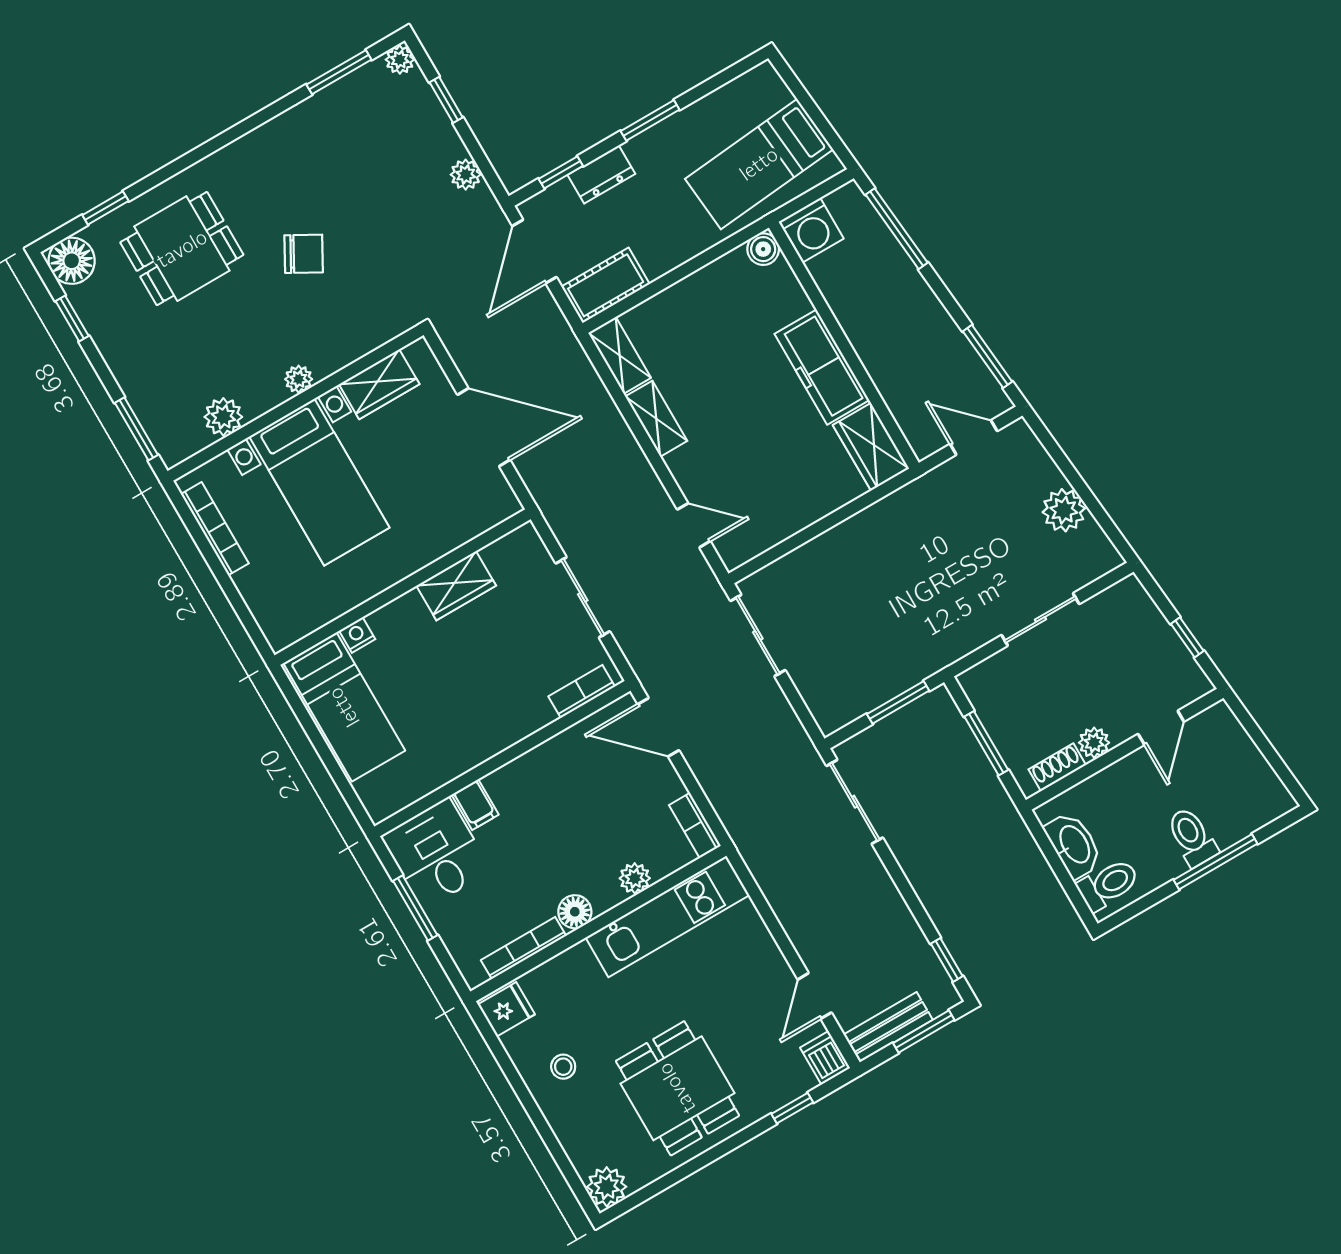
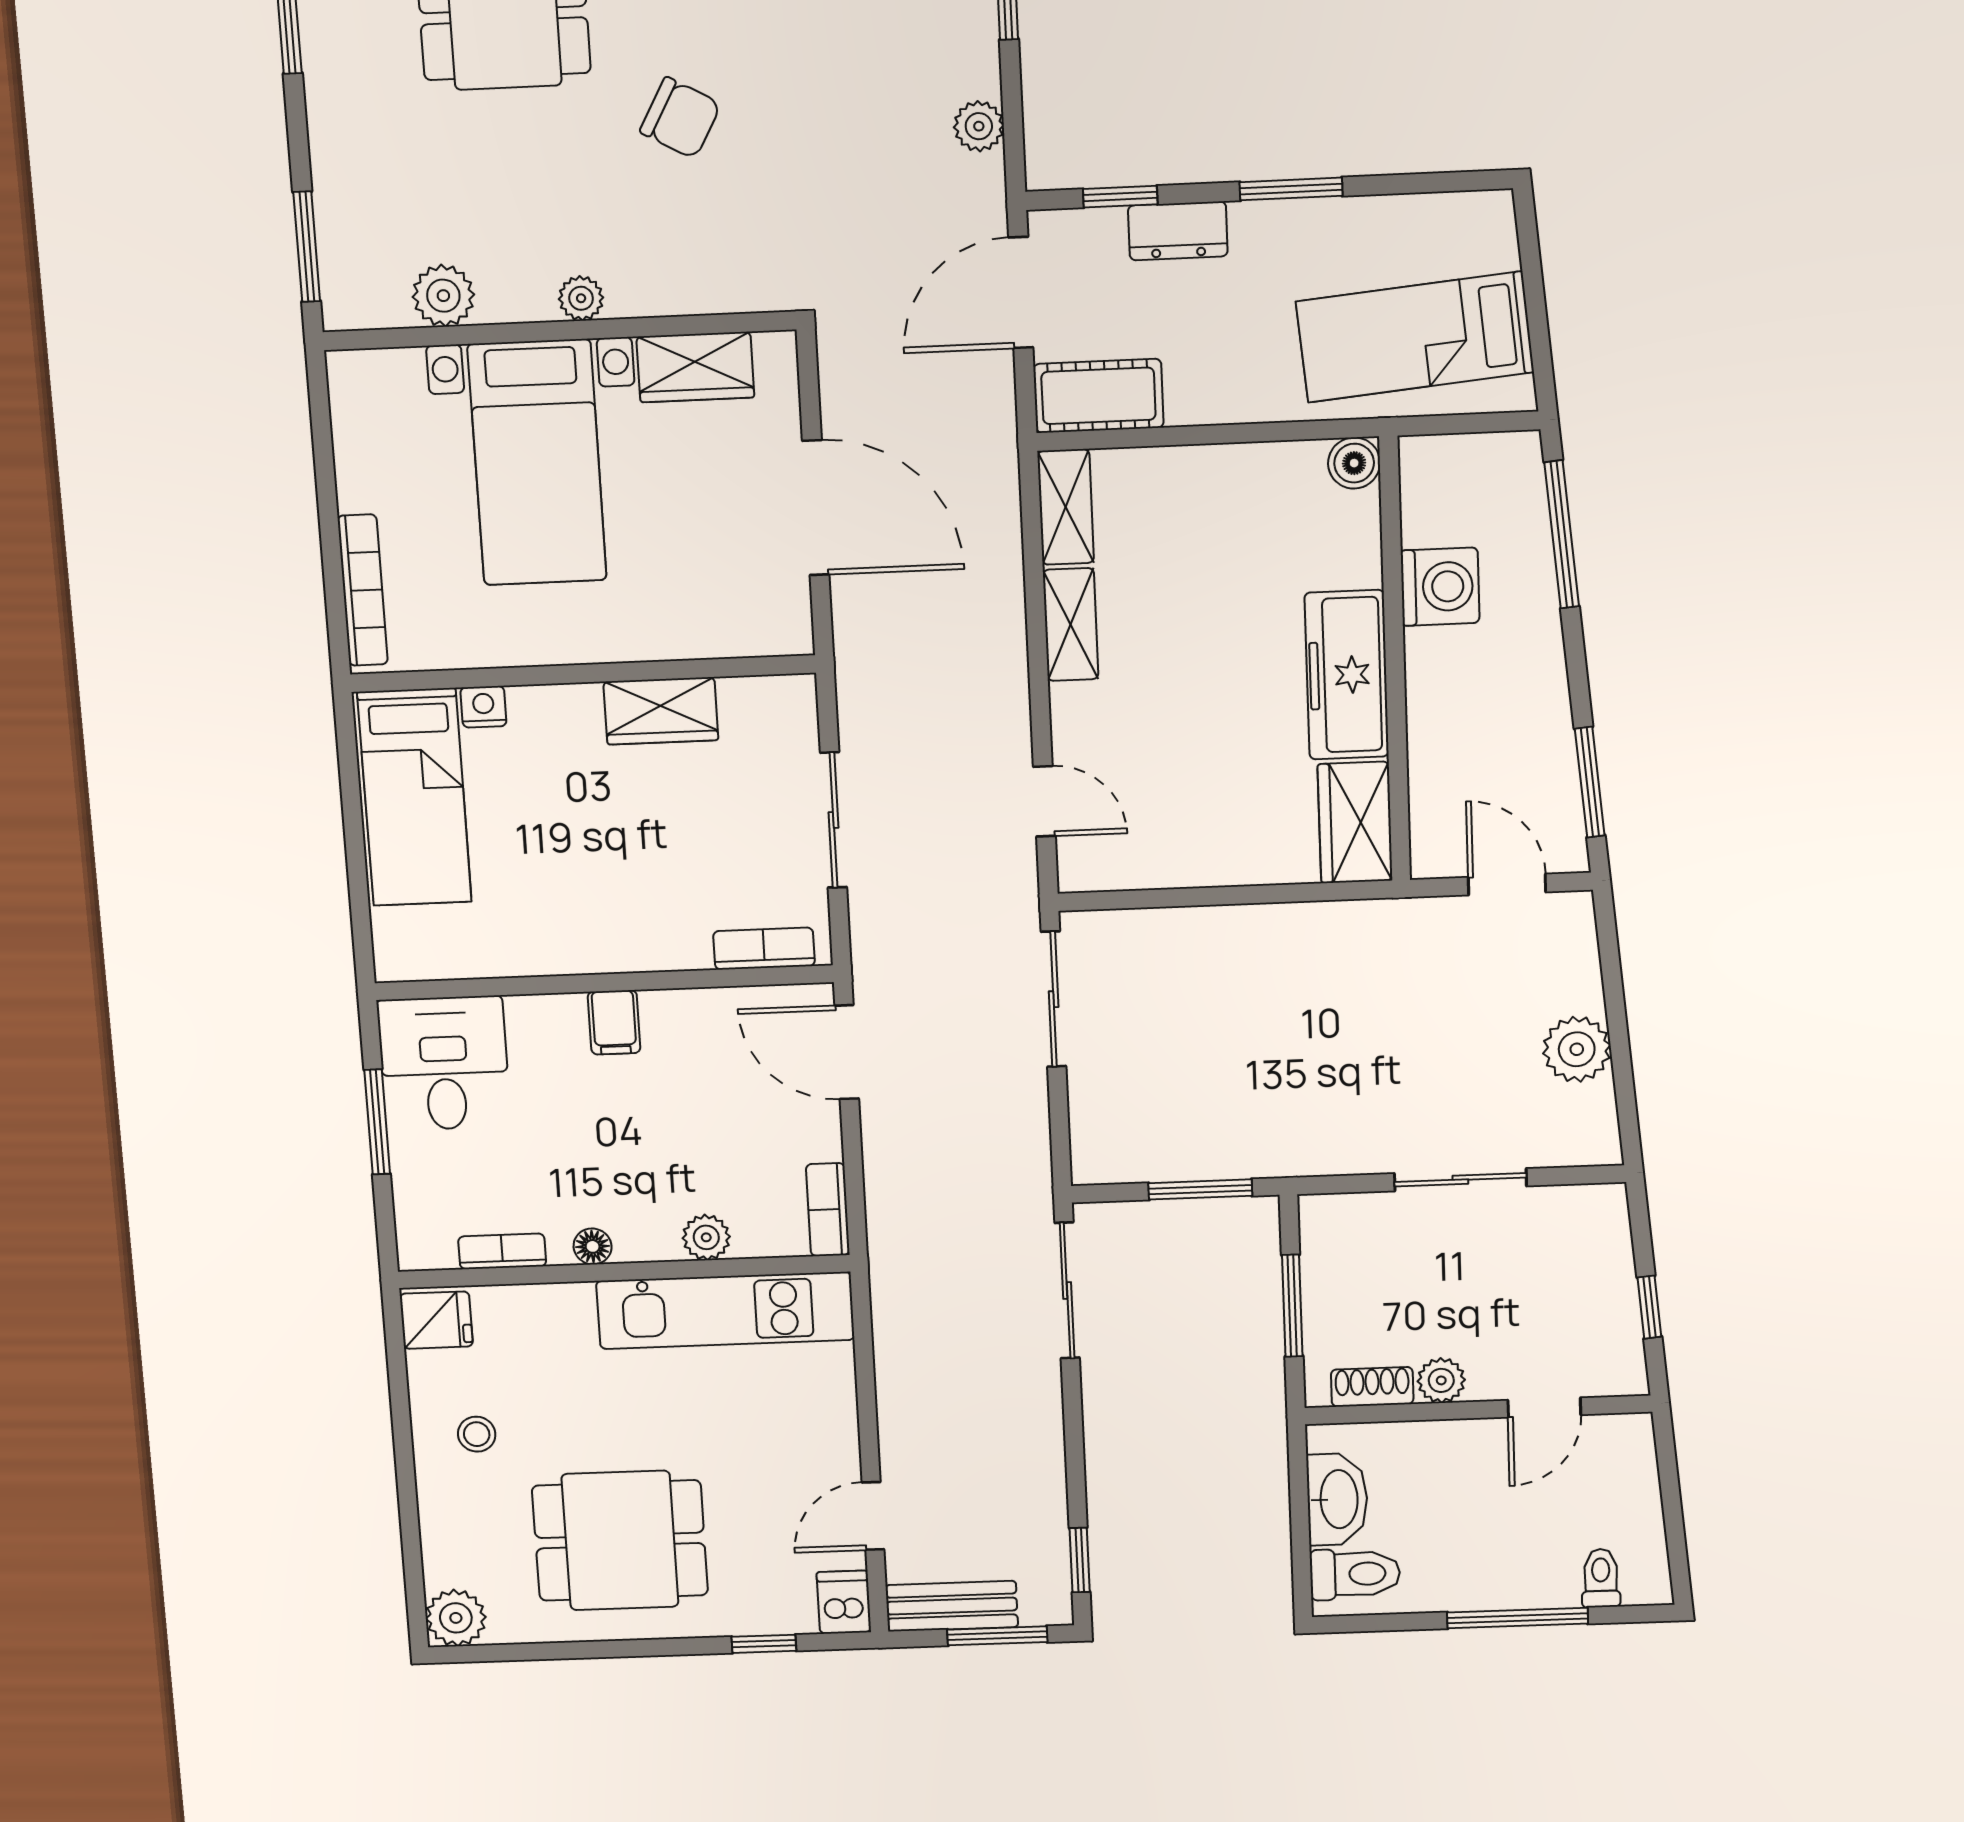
washing machine: (811, 230) -> (1440, 587), moved, turned -90
bookcase: (215, 529) -> (363, 590), moved
filing cabinet: (475, 805) -> (614, 1022), moved
toilet: (1192, 837) -> (1601, 1578), moved, width x0.73, depth x0.72
floor lamp: (575, 912) -> (593, 1246), width x0.73, depth x0.73
bookcase: (523, 948) -> (502, 1251), width x0.64
dining table: (677, 1088) -> (620, 1540), turned 90

